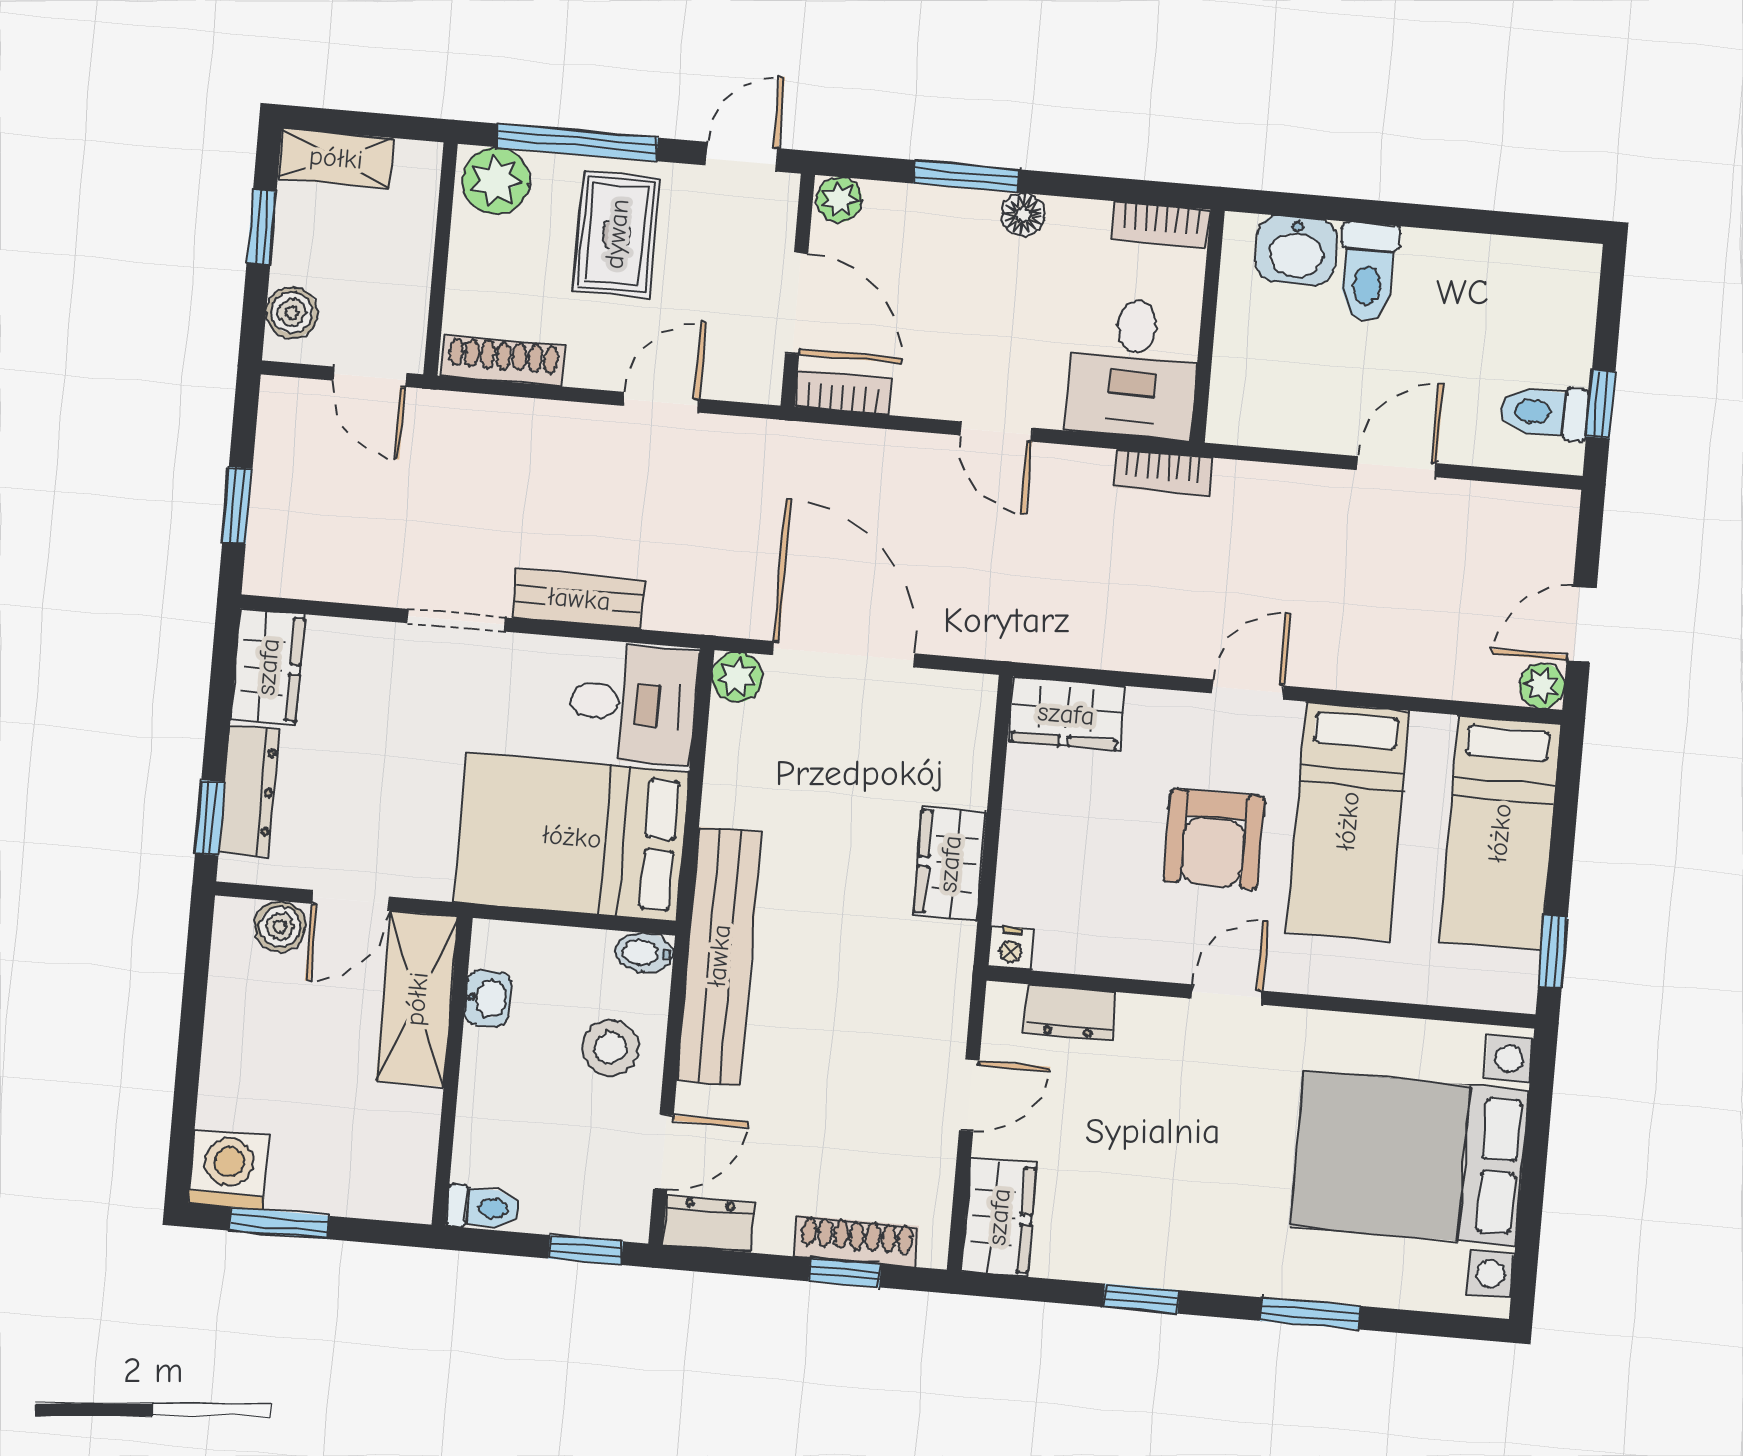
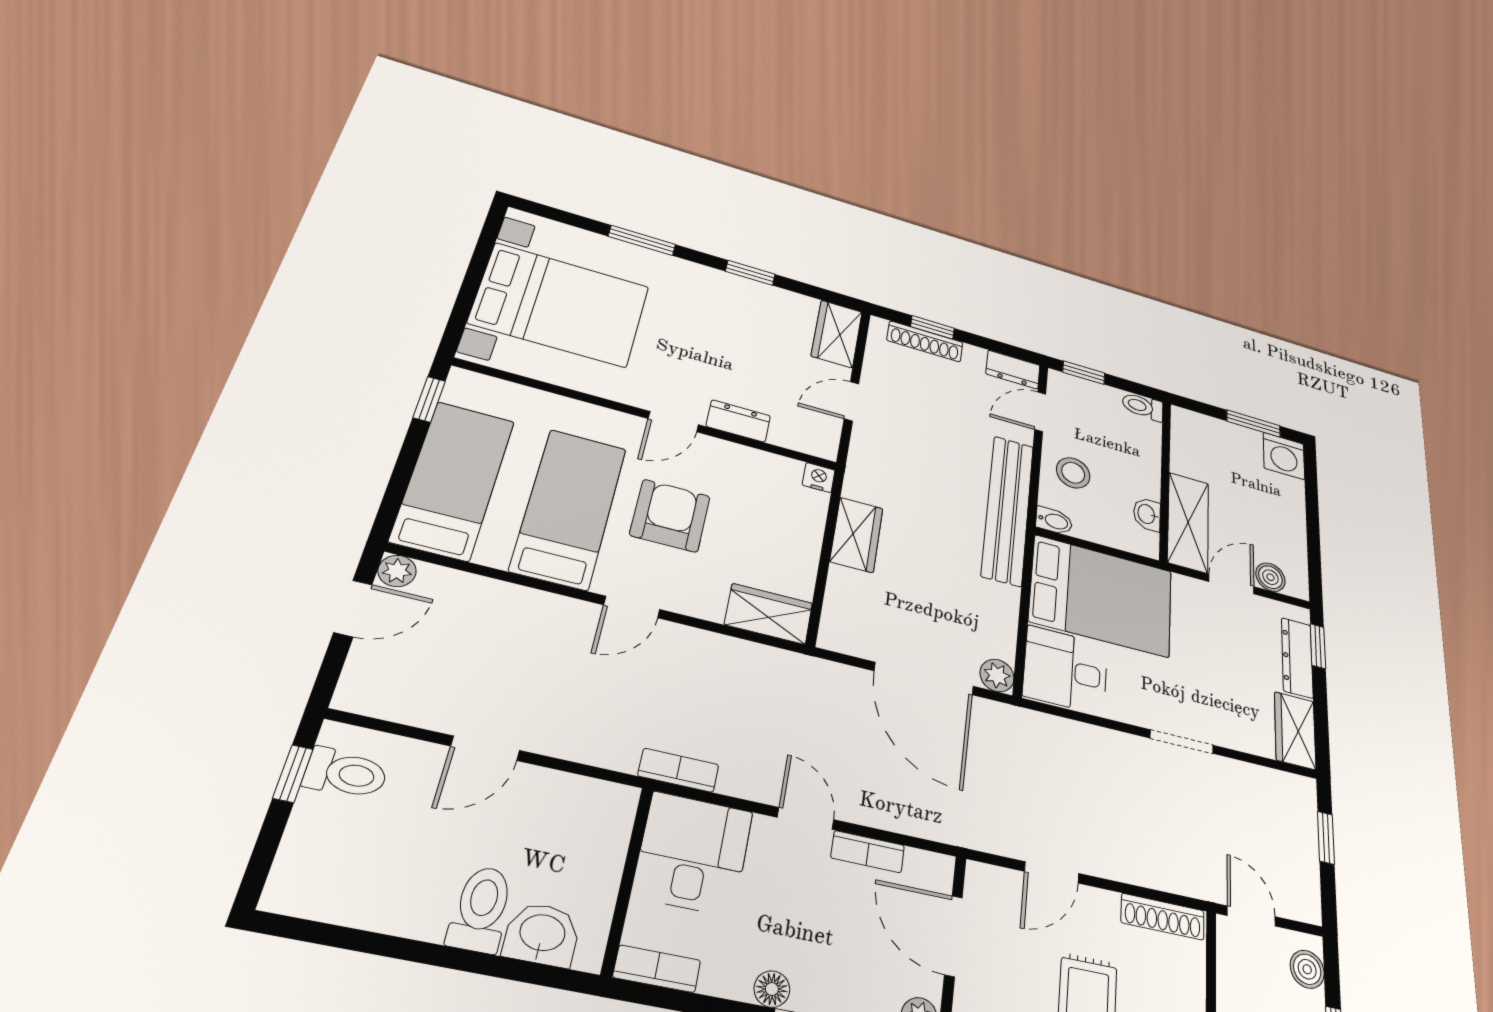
bookcase: (843, 392) -> (868, 852), moved
bench: (579, 599) -> (1103, 743), removed
dresser: (1069, 1013) -> (738, 421), moved

